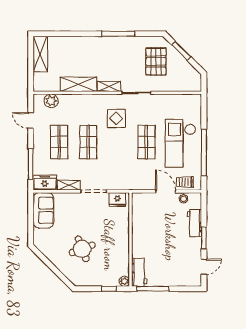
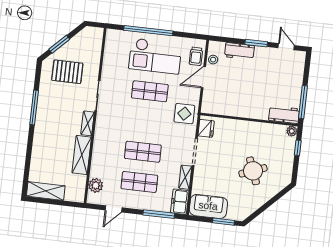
display table: (116, 118) -> (184, 114), moved
window: (204, 152) -> (148, 31), moved
window: (31, 226) -> (223, 222), added

